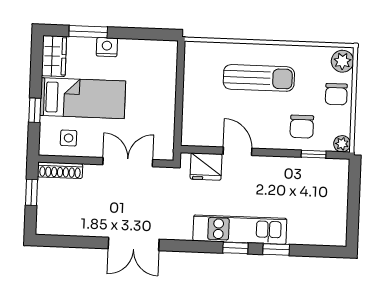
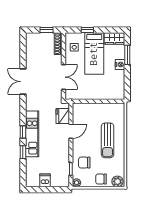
dishwasher: (335, 207) -> (45, 180), added

